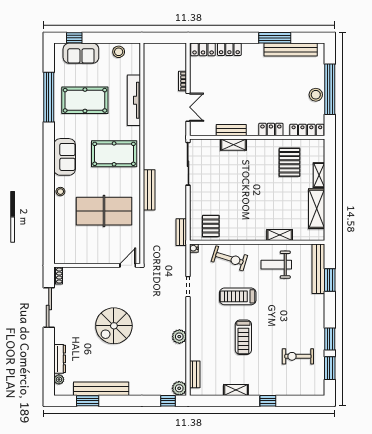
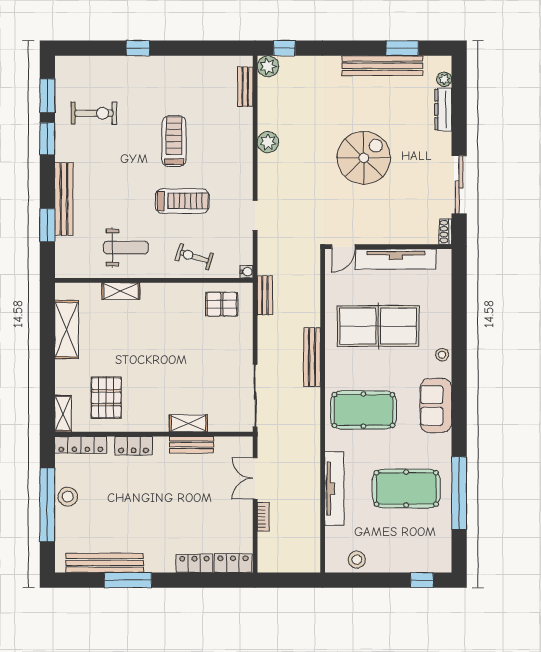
sofa: (81, 53) -> (412, 558), removed
shelving: (319, 175) -> (63, 414), moved
pallet: (211, 226) -> (222, 304), turned 90
tv unit: (92, 257) -> (396, 259), added
exercise bike: (229, 258) -> (194, 257), width x0.73, depth x0.72
bench: (318, 269) -> (64, 199), moved
shelving: (236, 390) -> (185, 64), removed

